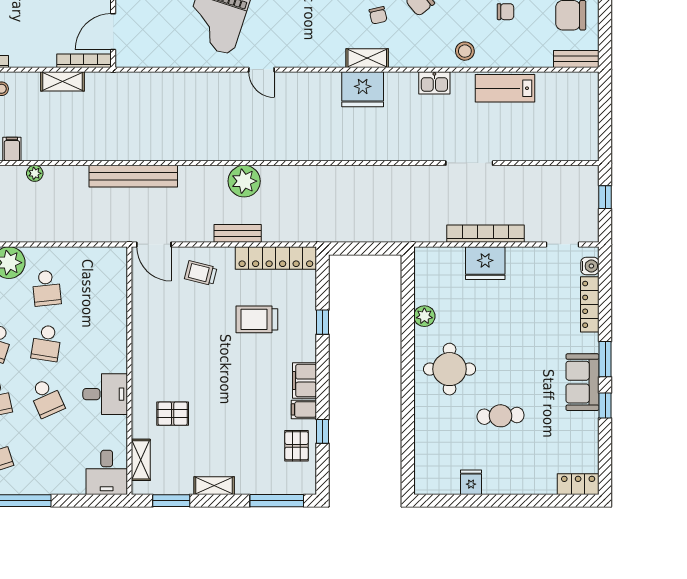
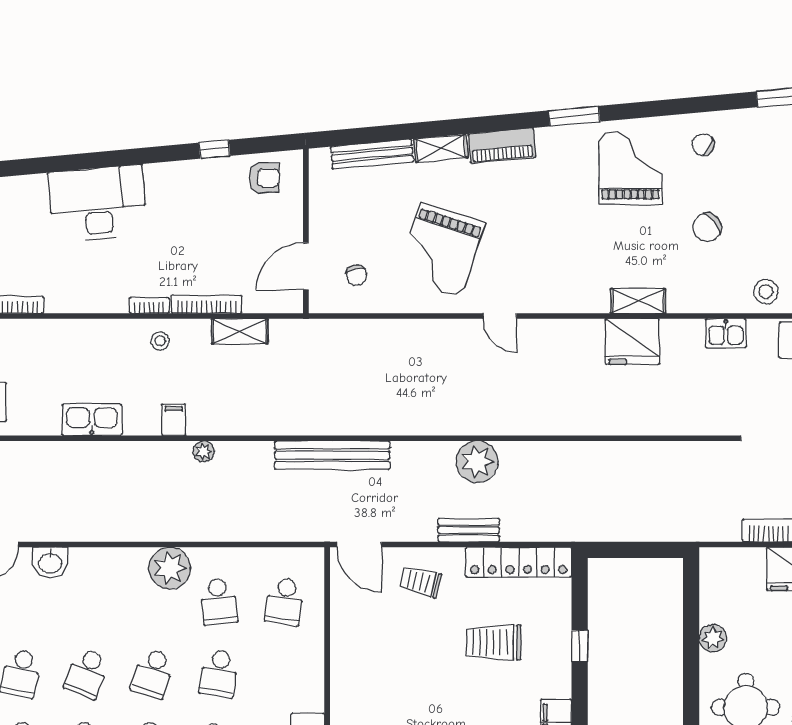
chair: (378, 15) -> (356, 275), moved
bookcase: (84, 61) -> (206, 304), moved
school desk: (97, 288) -> (285, 601), added

